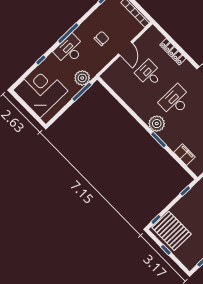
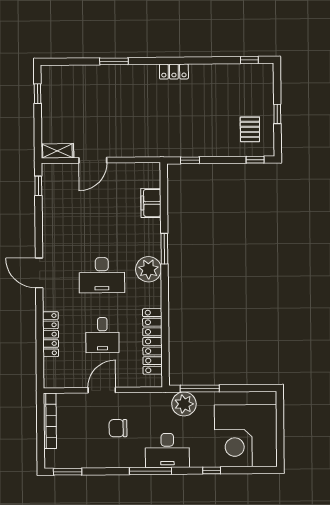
locker: (124, 93) -> (152, 341), added
pallet: (172, 231) -> (250, 129), width x0.49, depth x0.50

